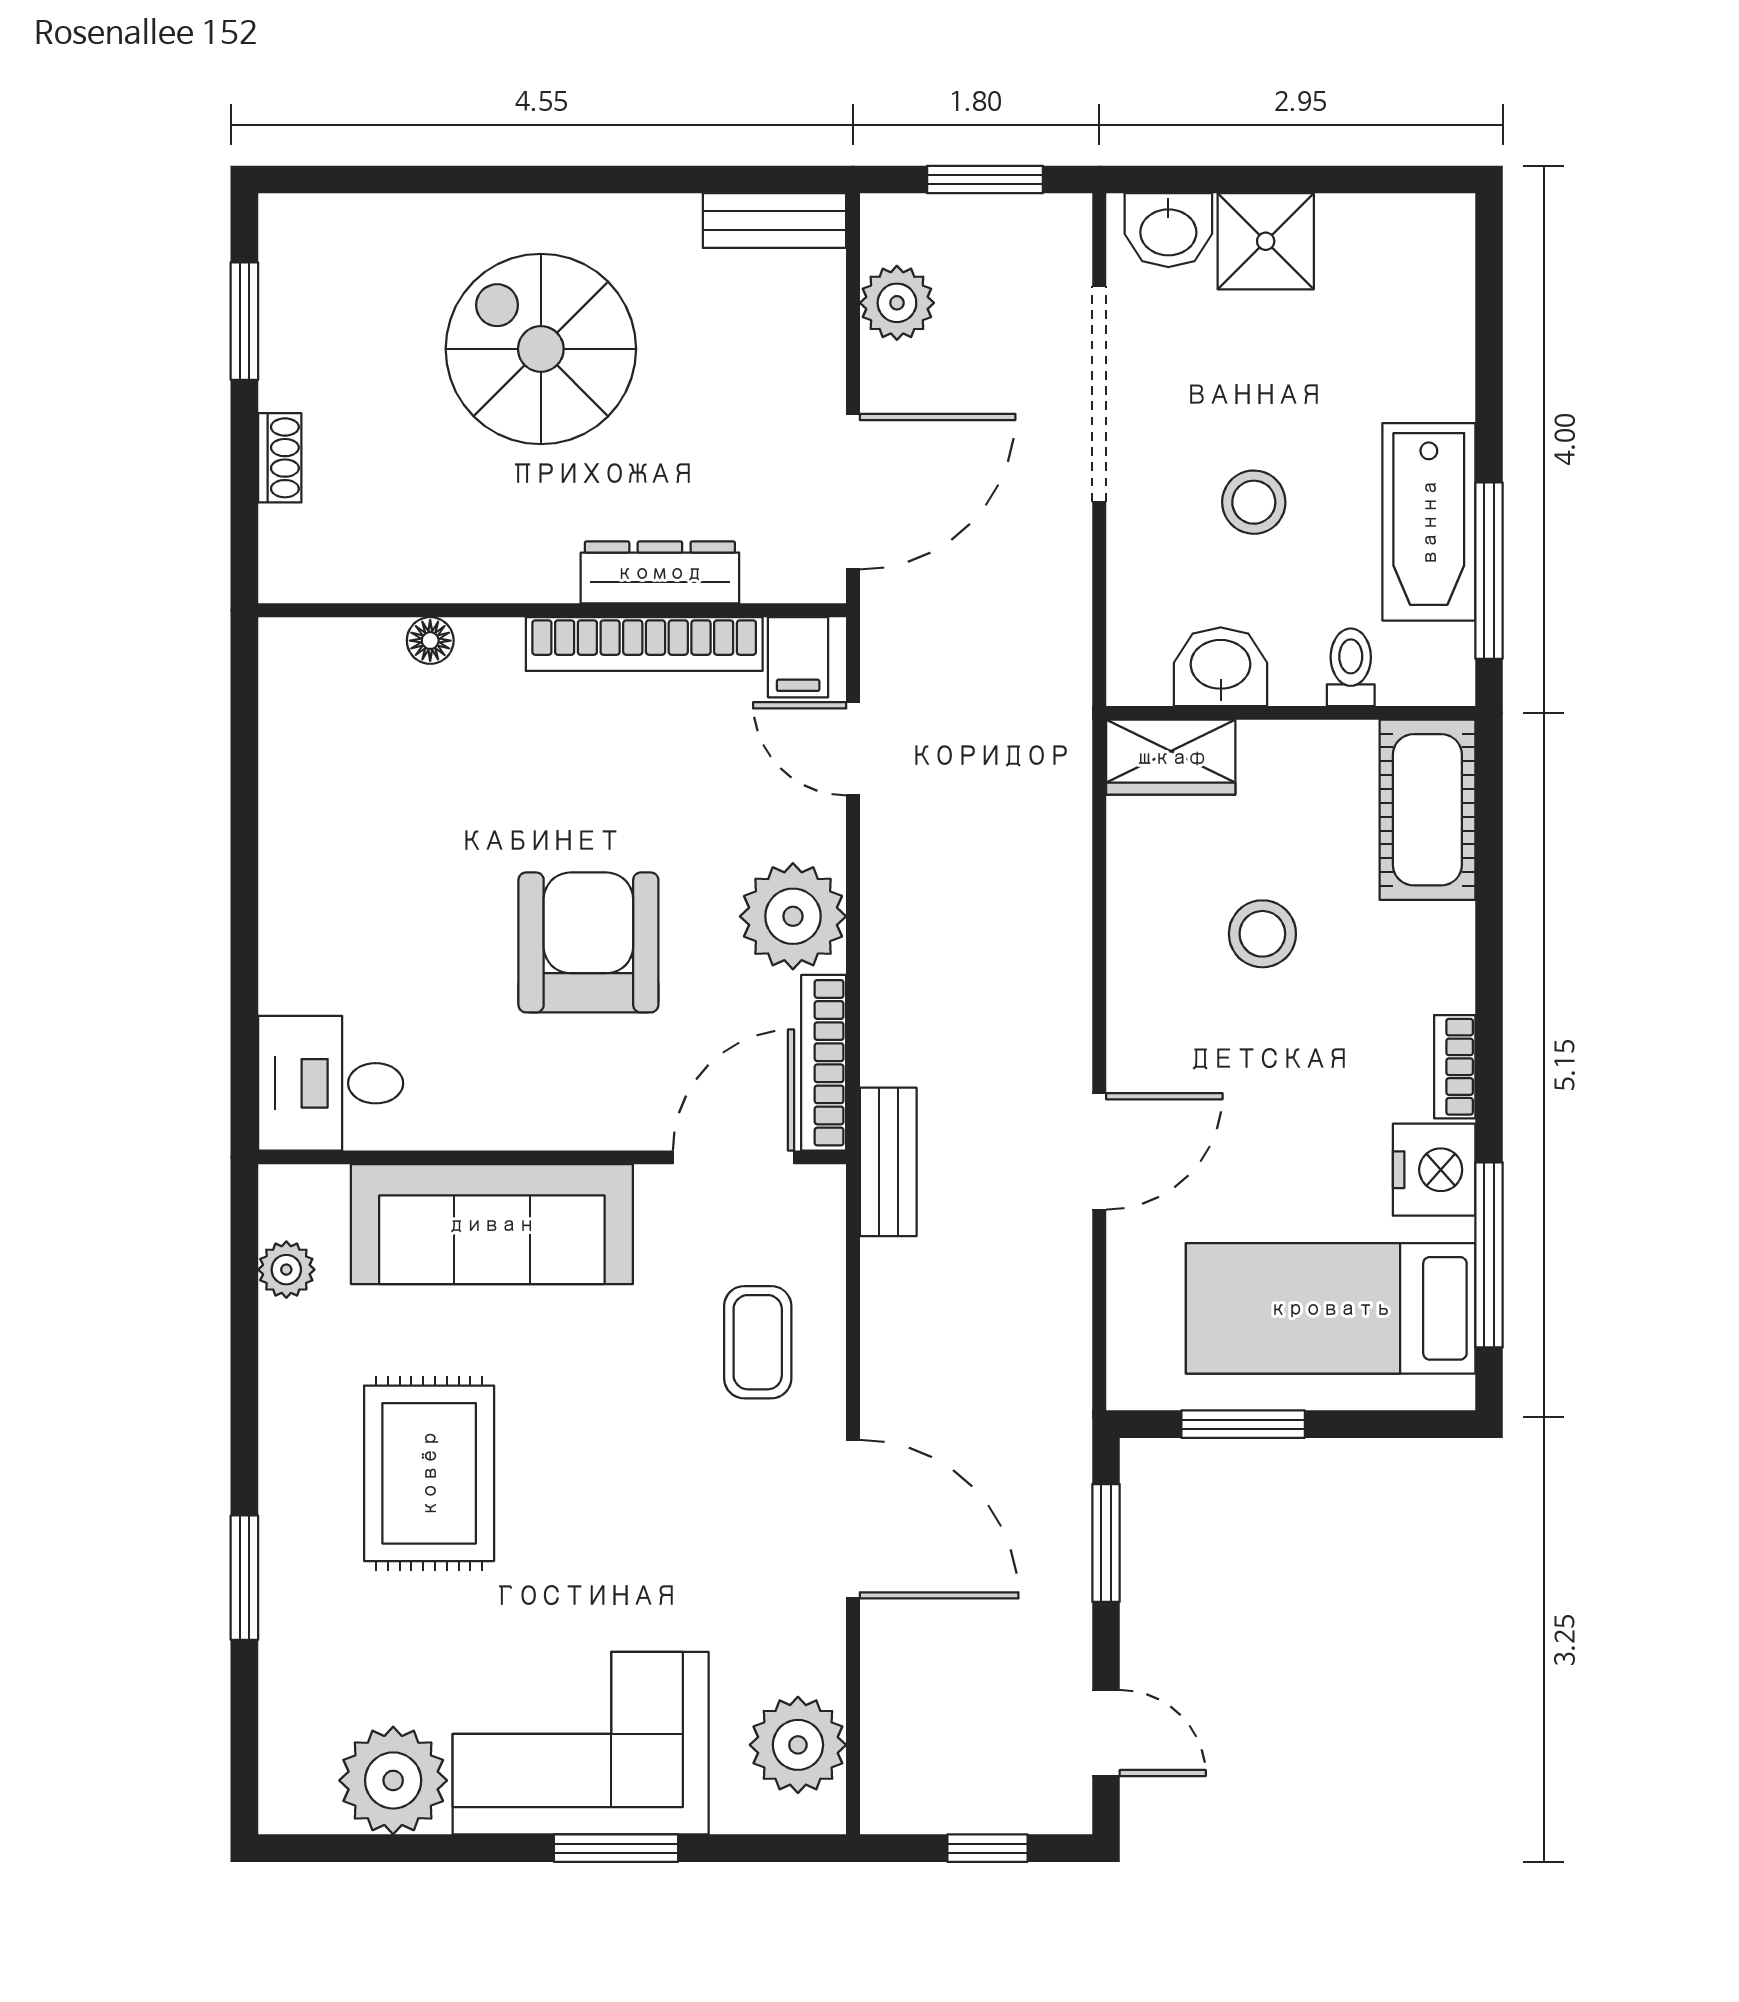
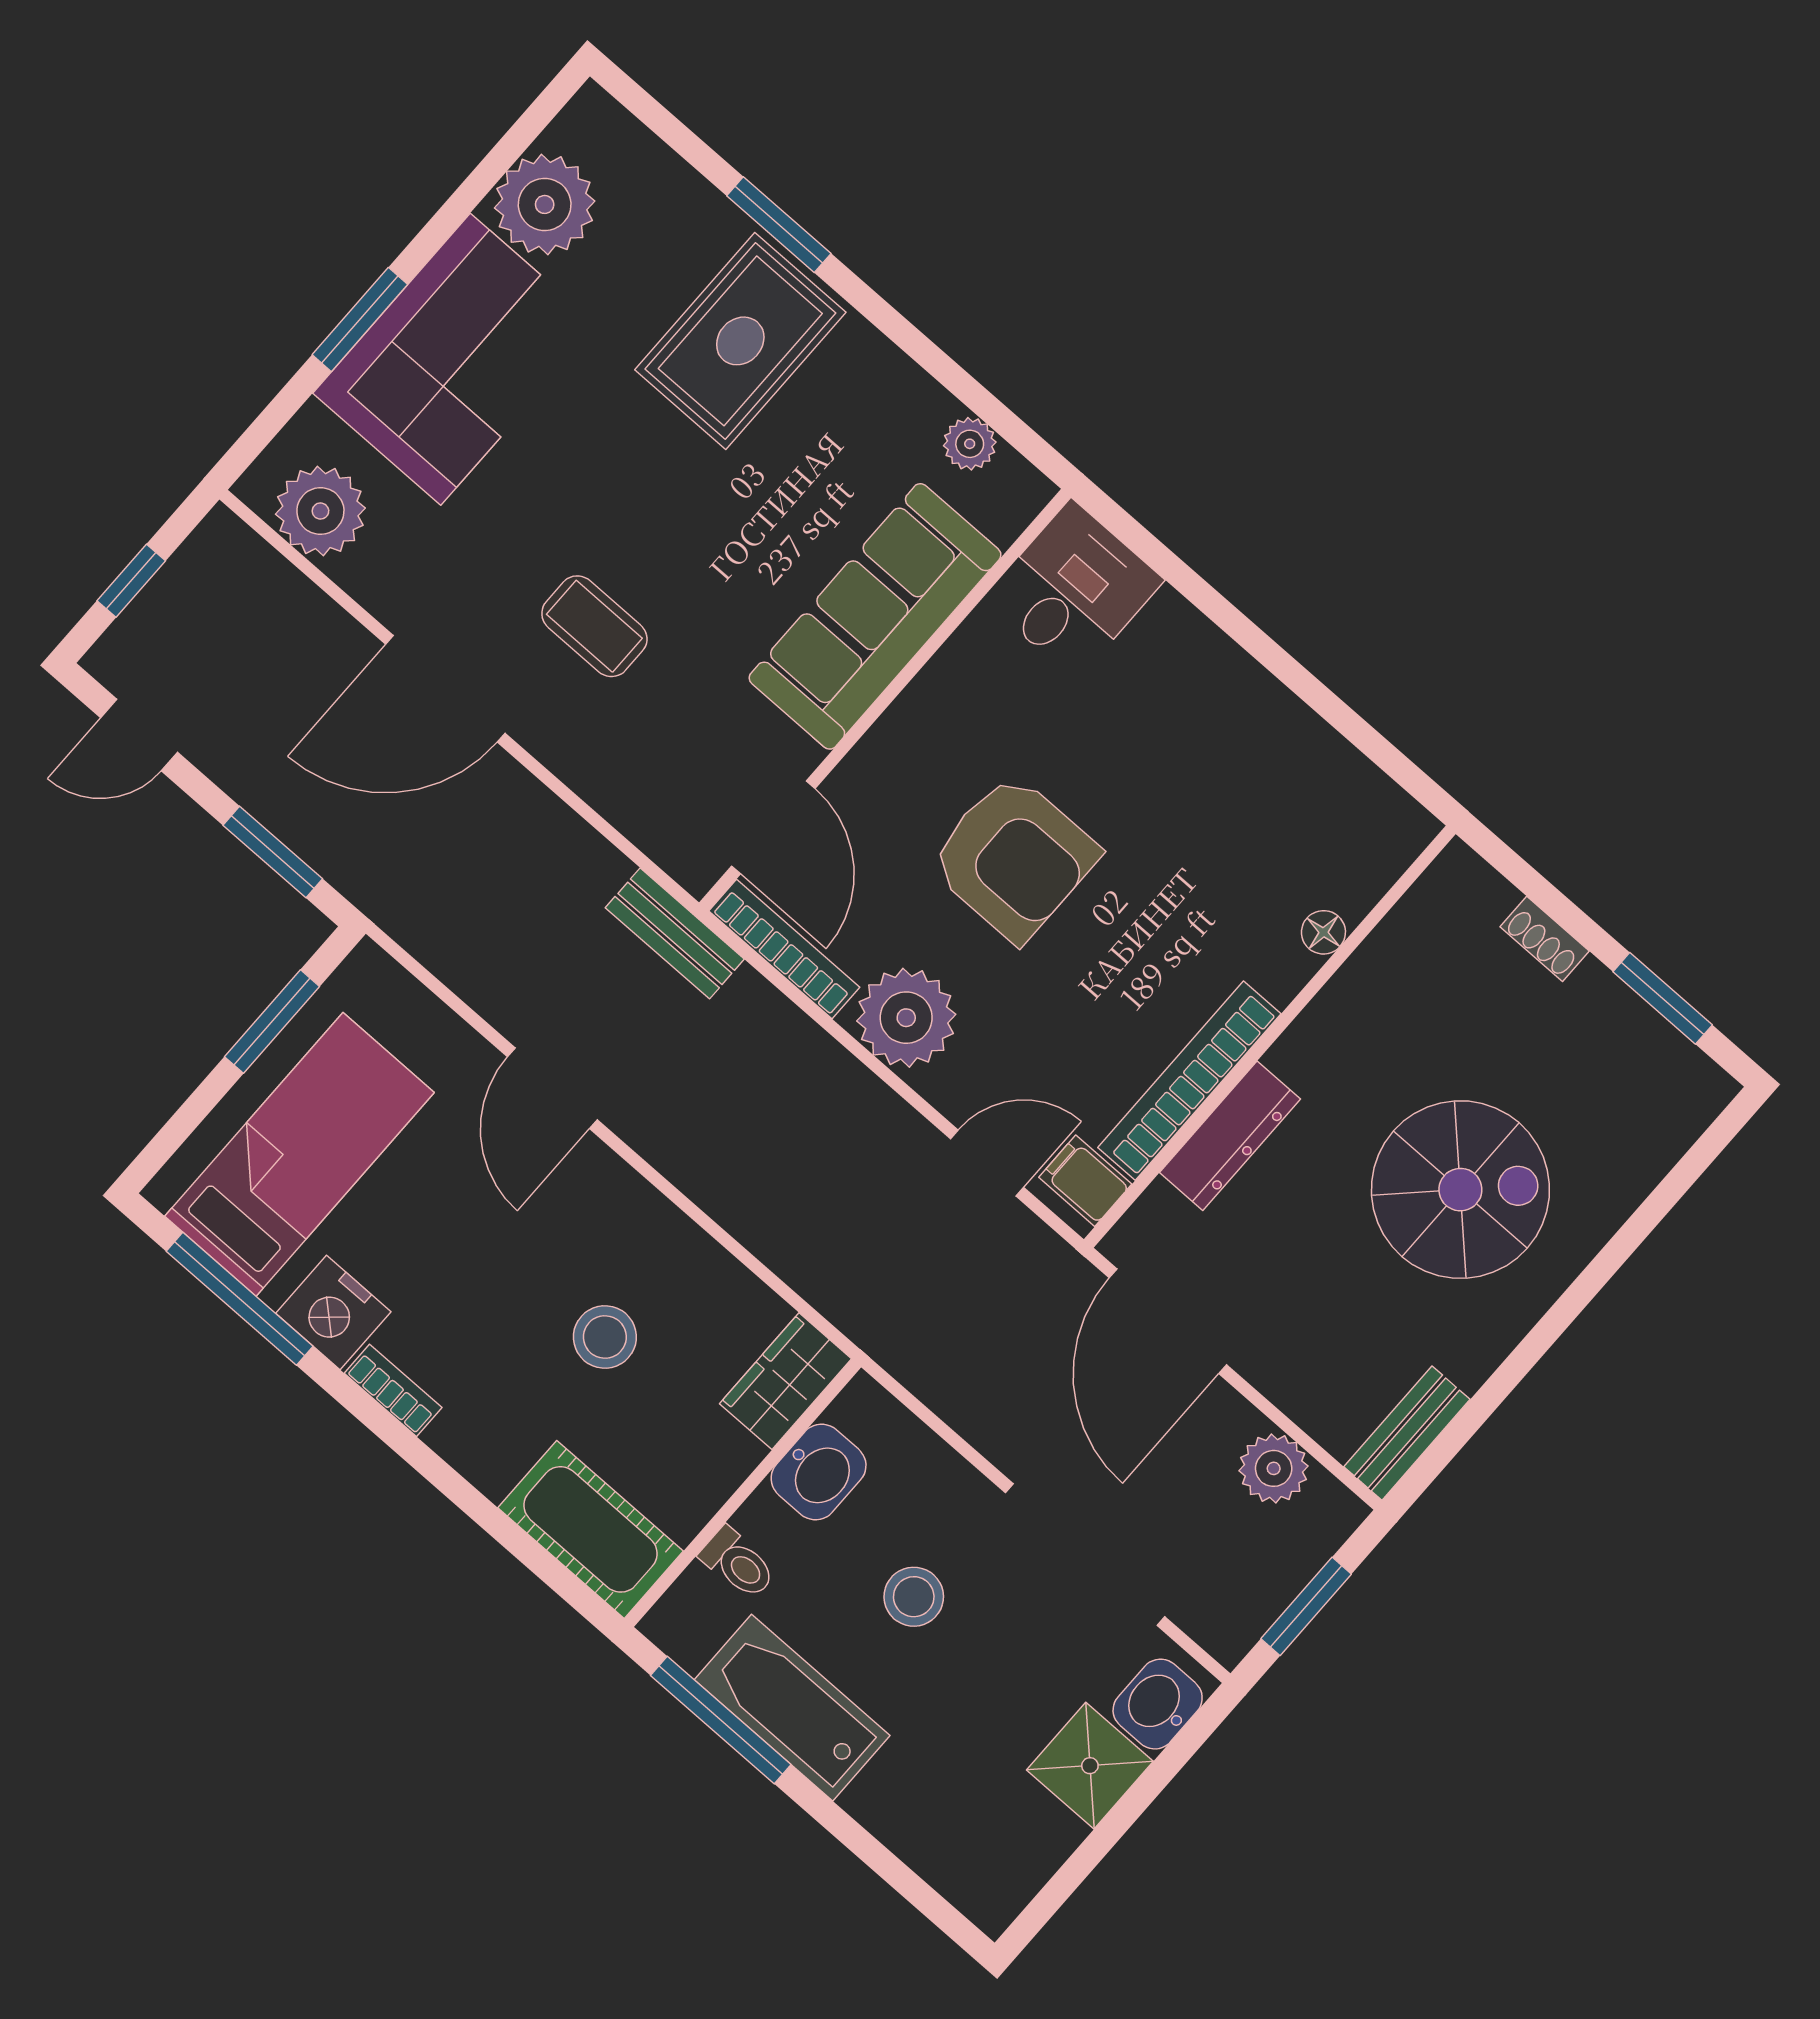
coffee table: (758, 1342) -> (594, 626), moved
rug: (429, 1473) -> (740, 341), moved, turned 90

